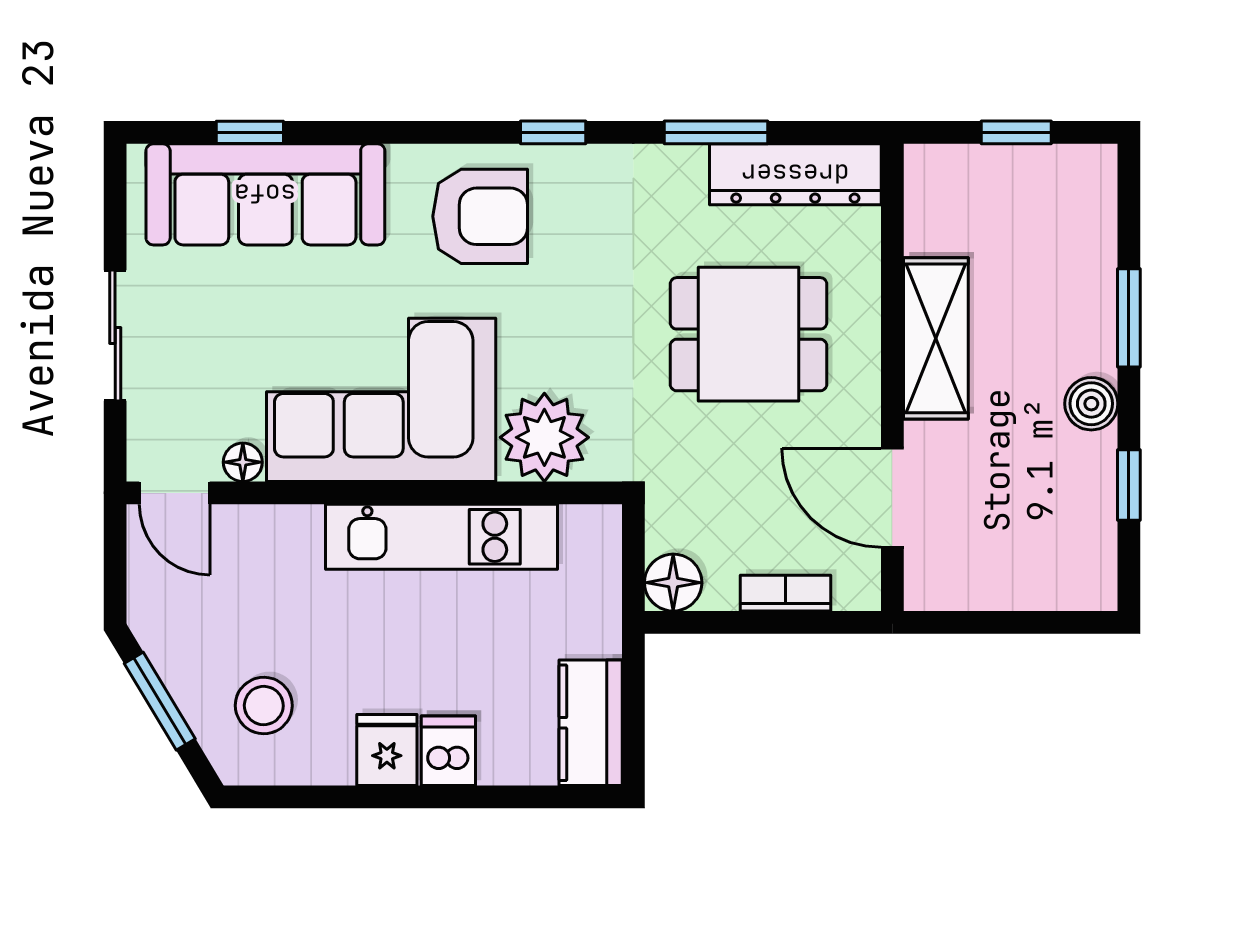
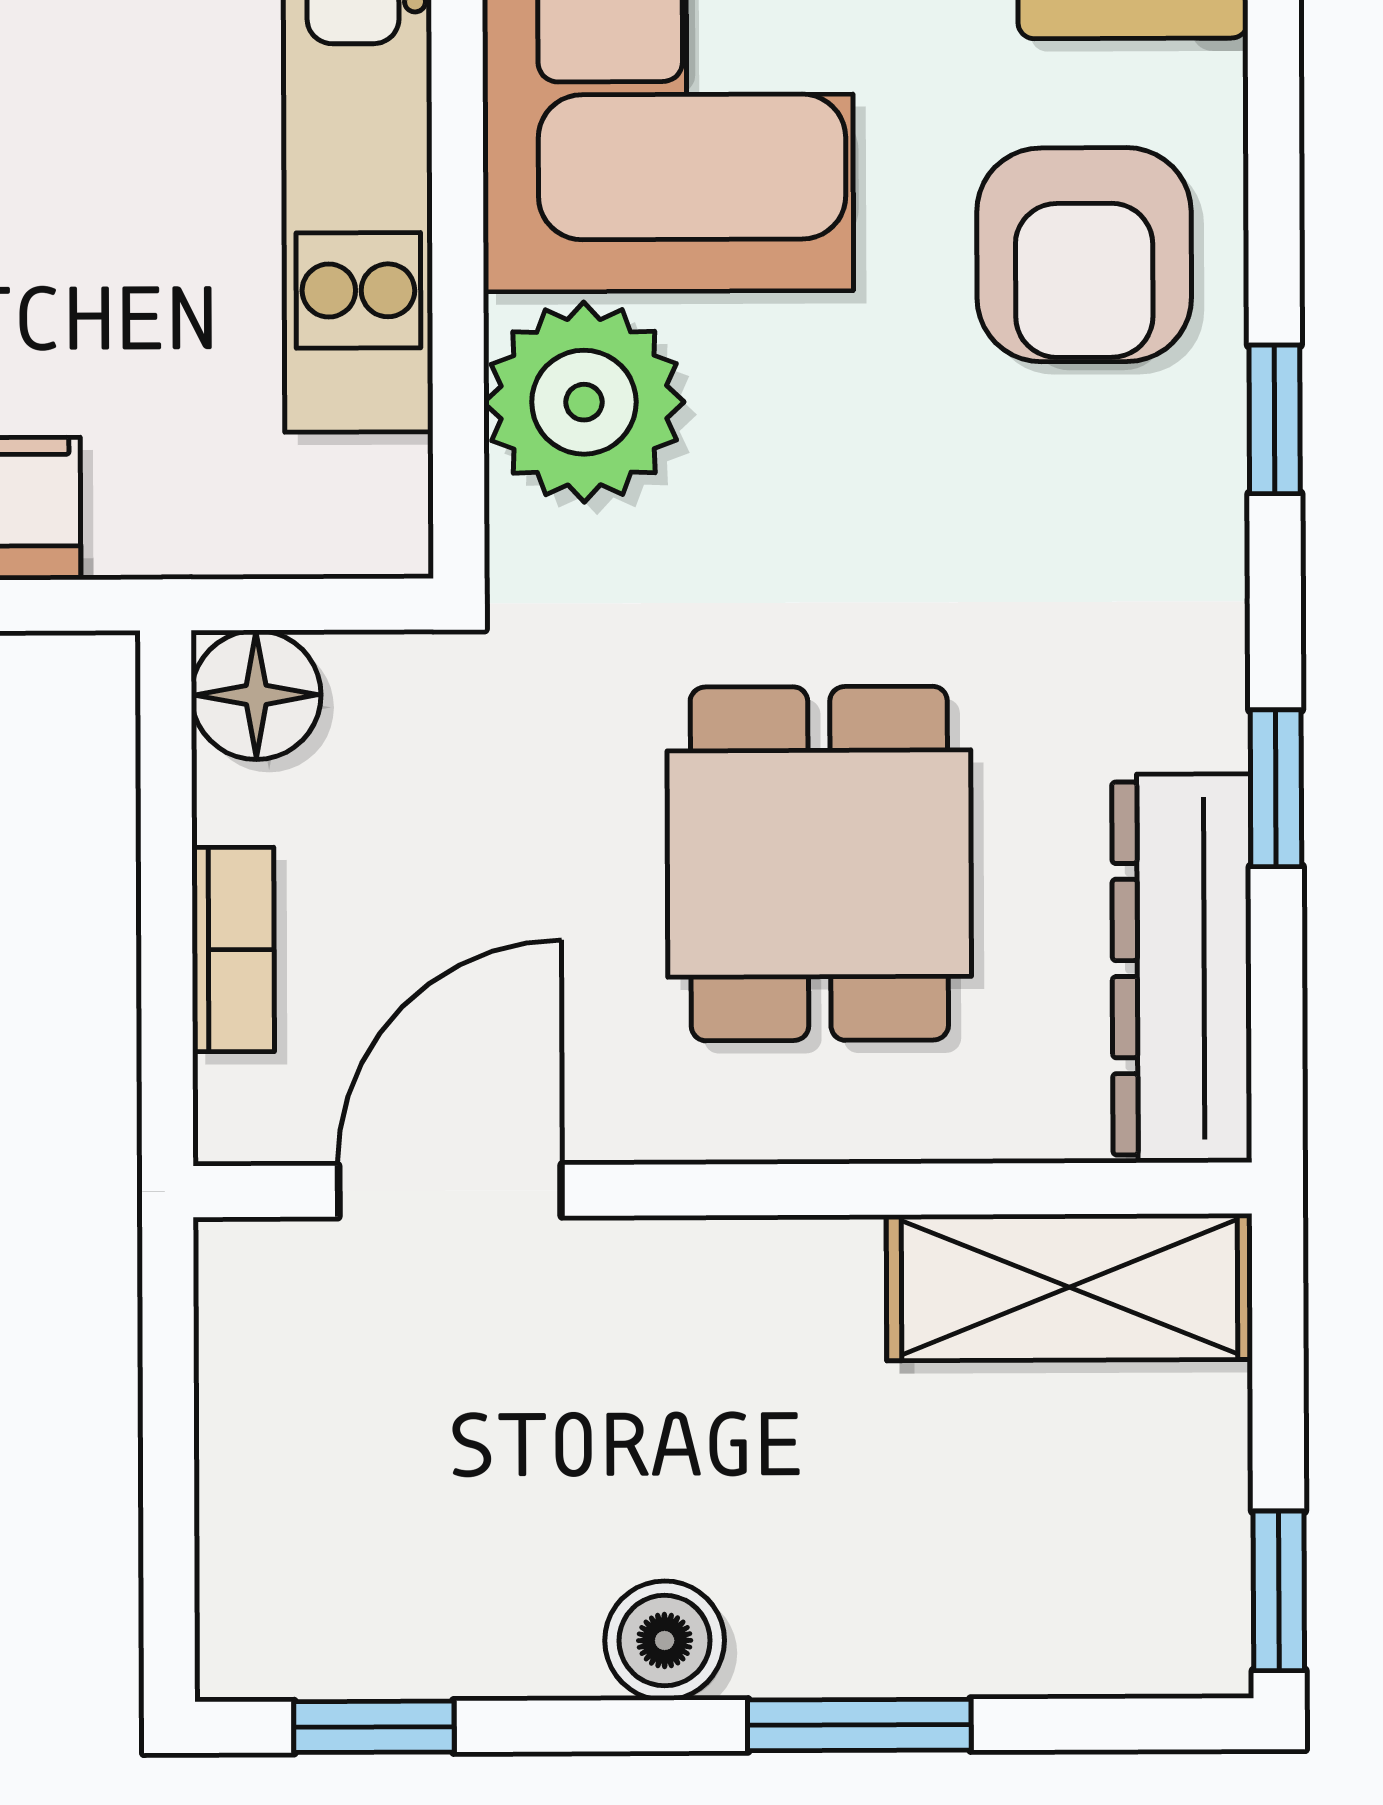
window: (716, 132) -> (1276, 788), width x0.67
window: (1016, 132) -> (1279, 1591), moved
shelving: (936, 338) -> (1069, 1287), moved
window: (1129, 485) -> (374, 1727), moved

